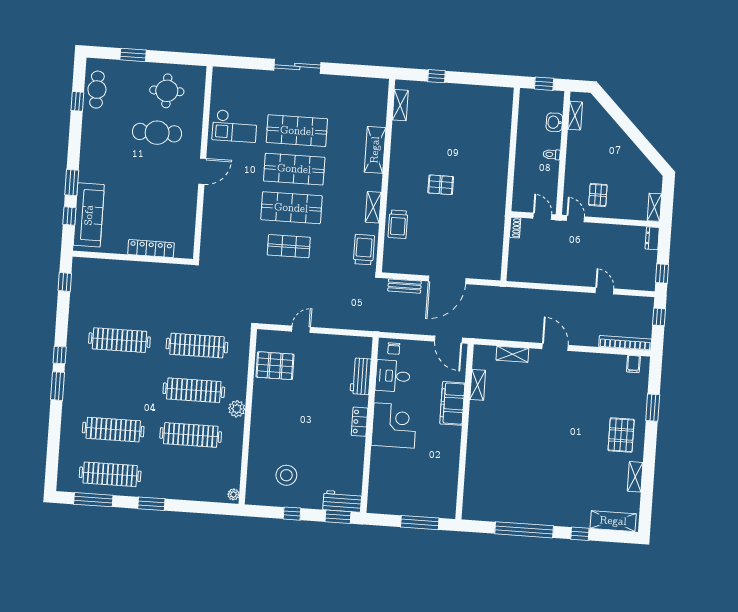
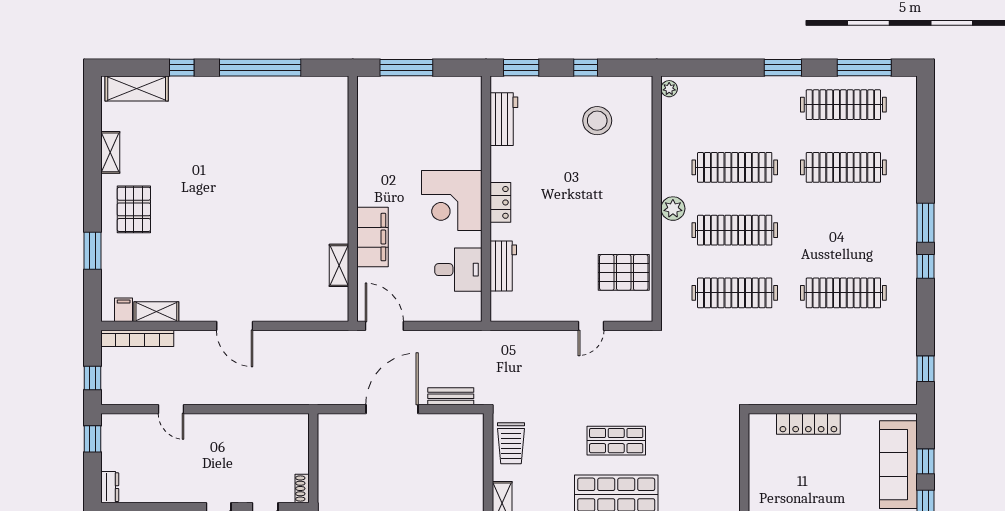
trolley: (398, 224) -> (466, 482), removed
chair: (394, 349) -> (460, 308), removed
shelving: (512, 354) -> (156, 312), moved
workbench: (342, 501) -> (504, 119), moved, turned -90

